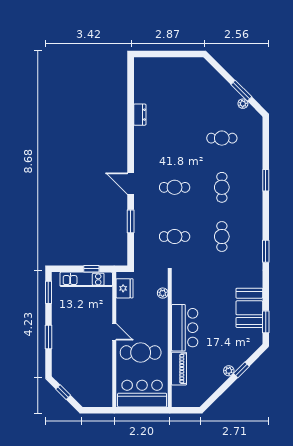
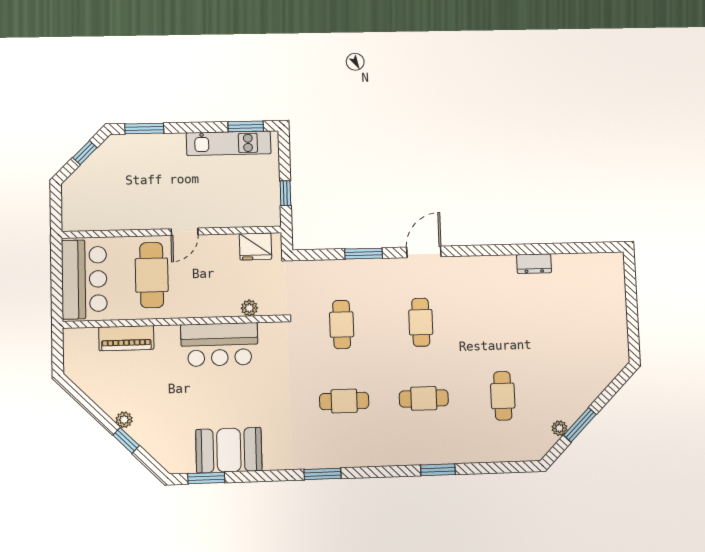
kitchen unit: (86, 279) -> (229, 143), moved, turned -90
bar counter: (185, 328) -> (219, 344), moved
window: (48, 337) -> (144, 128), moved

